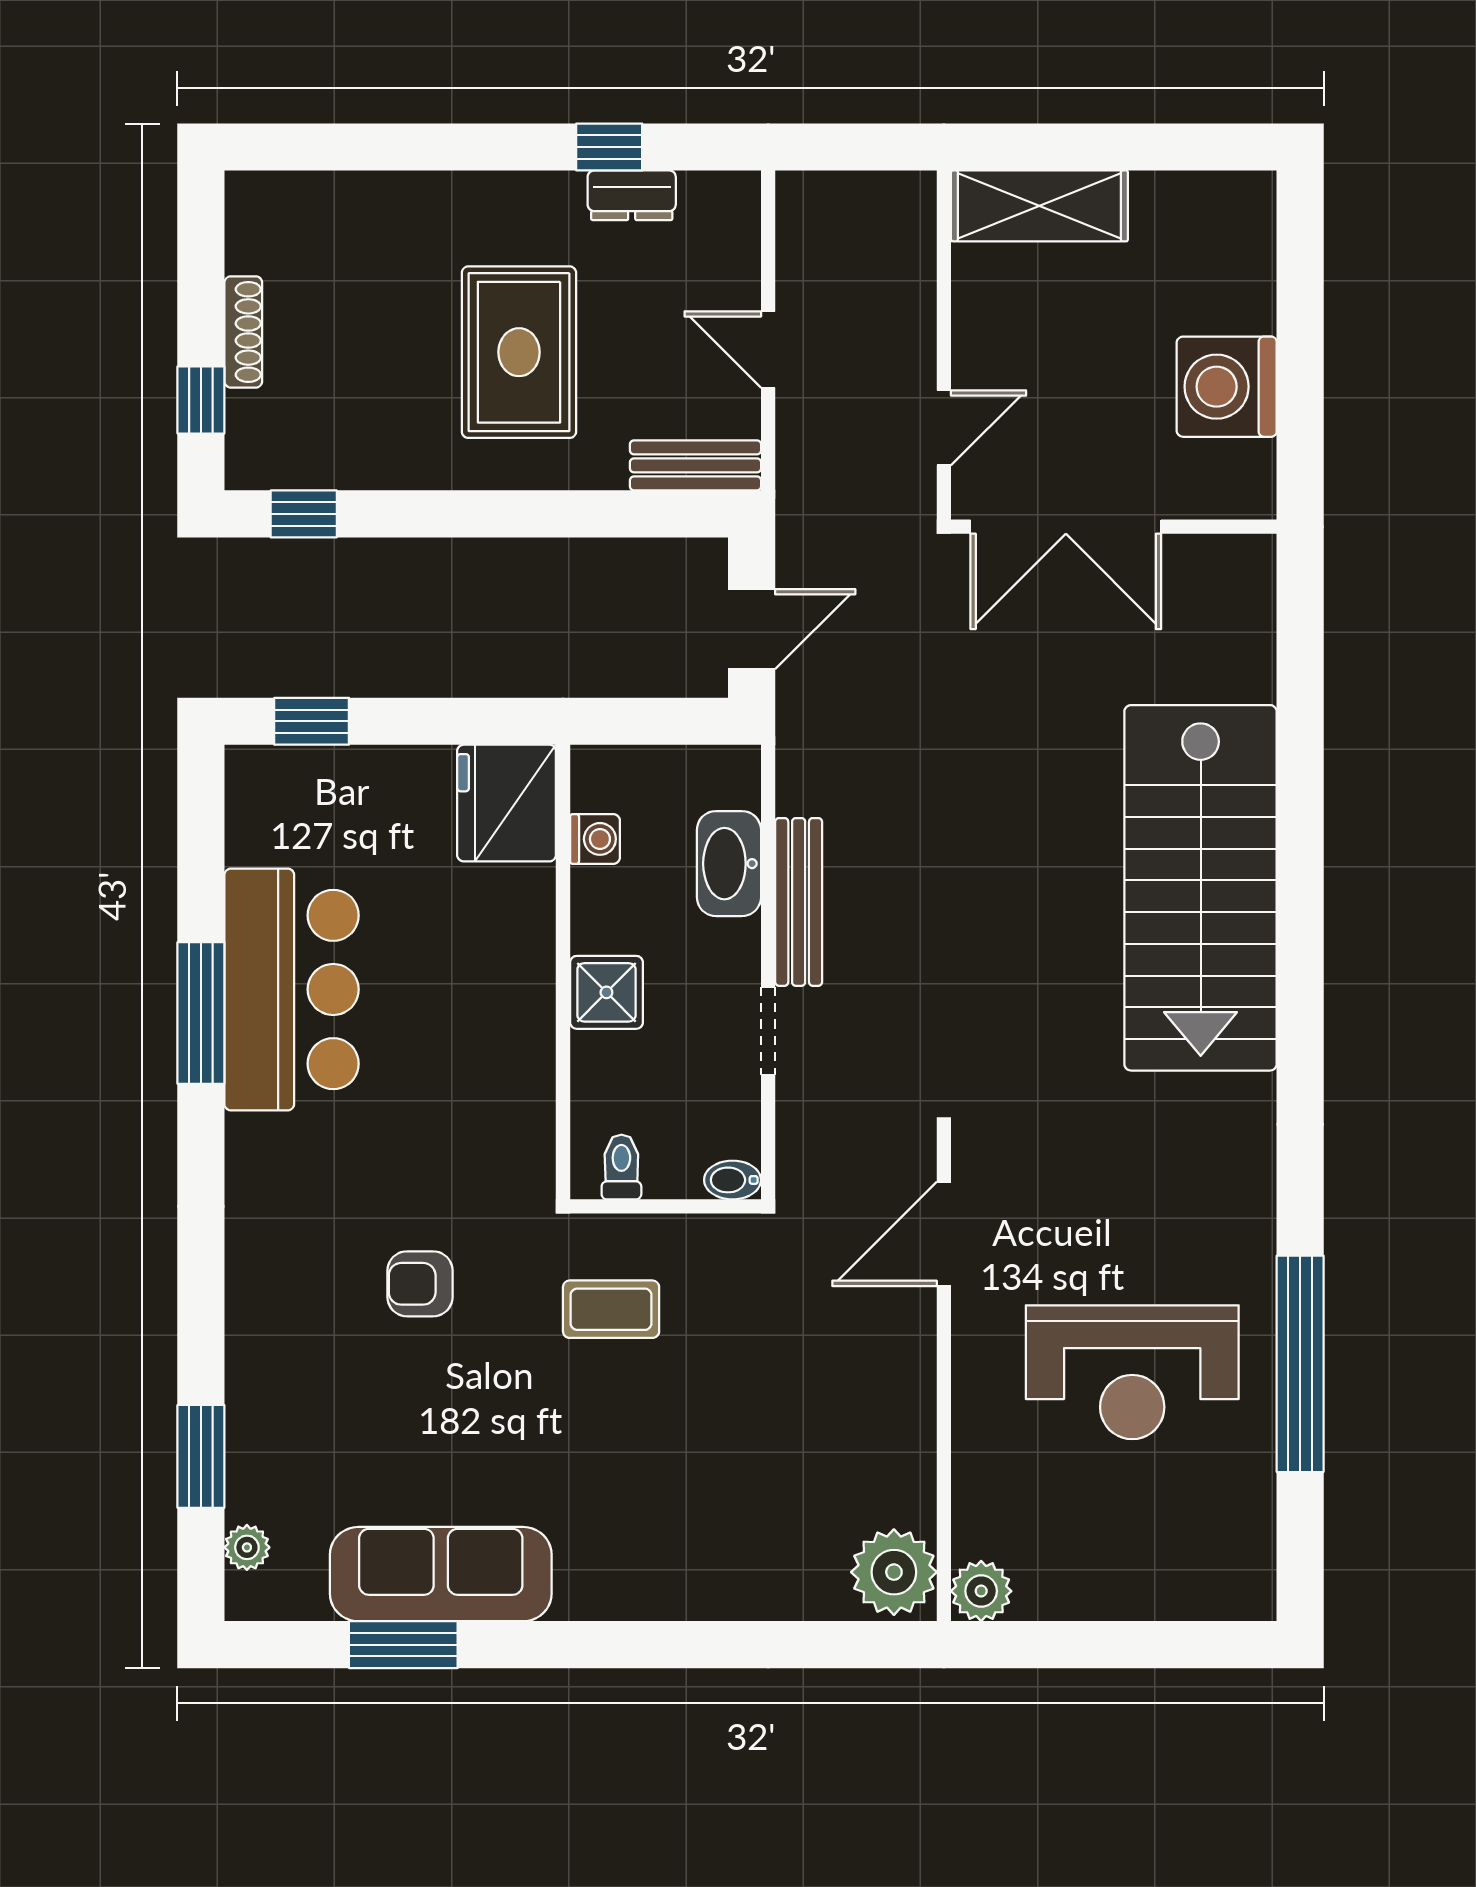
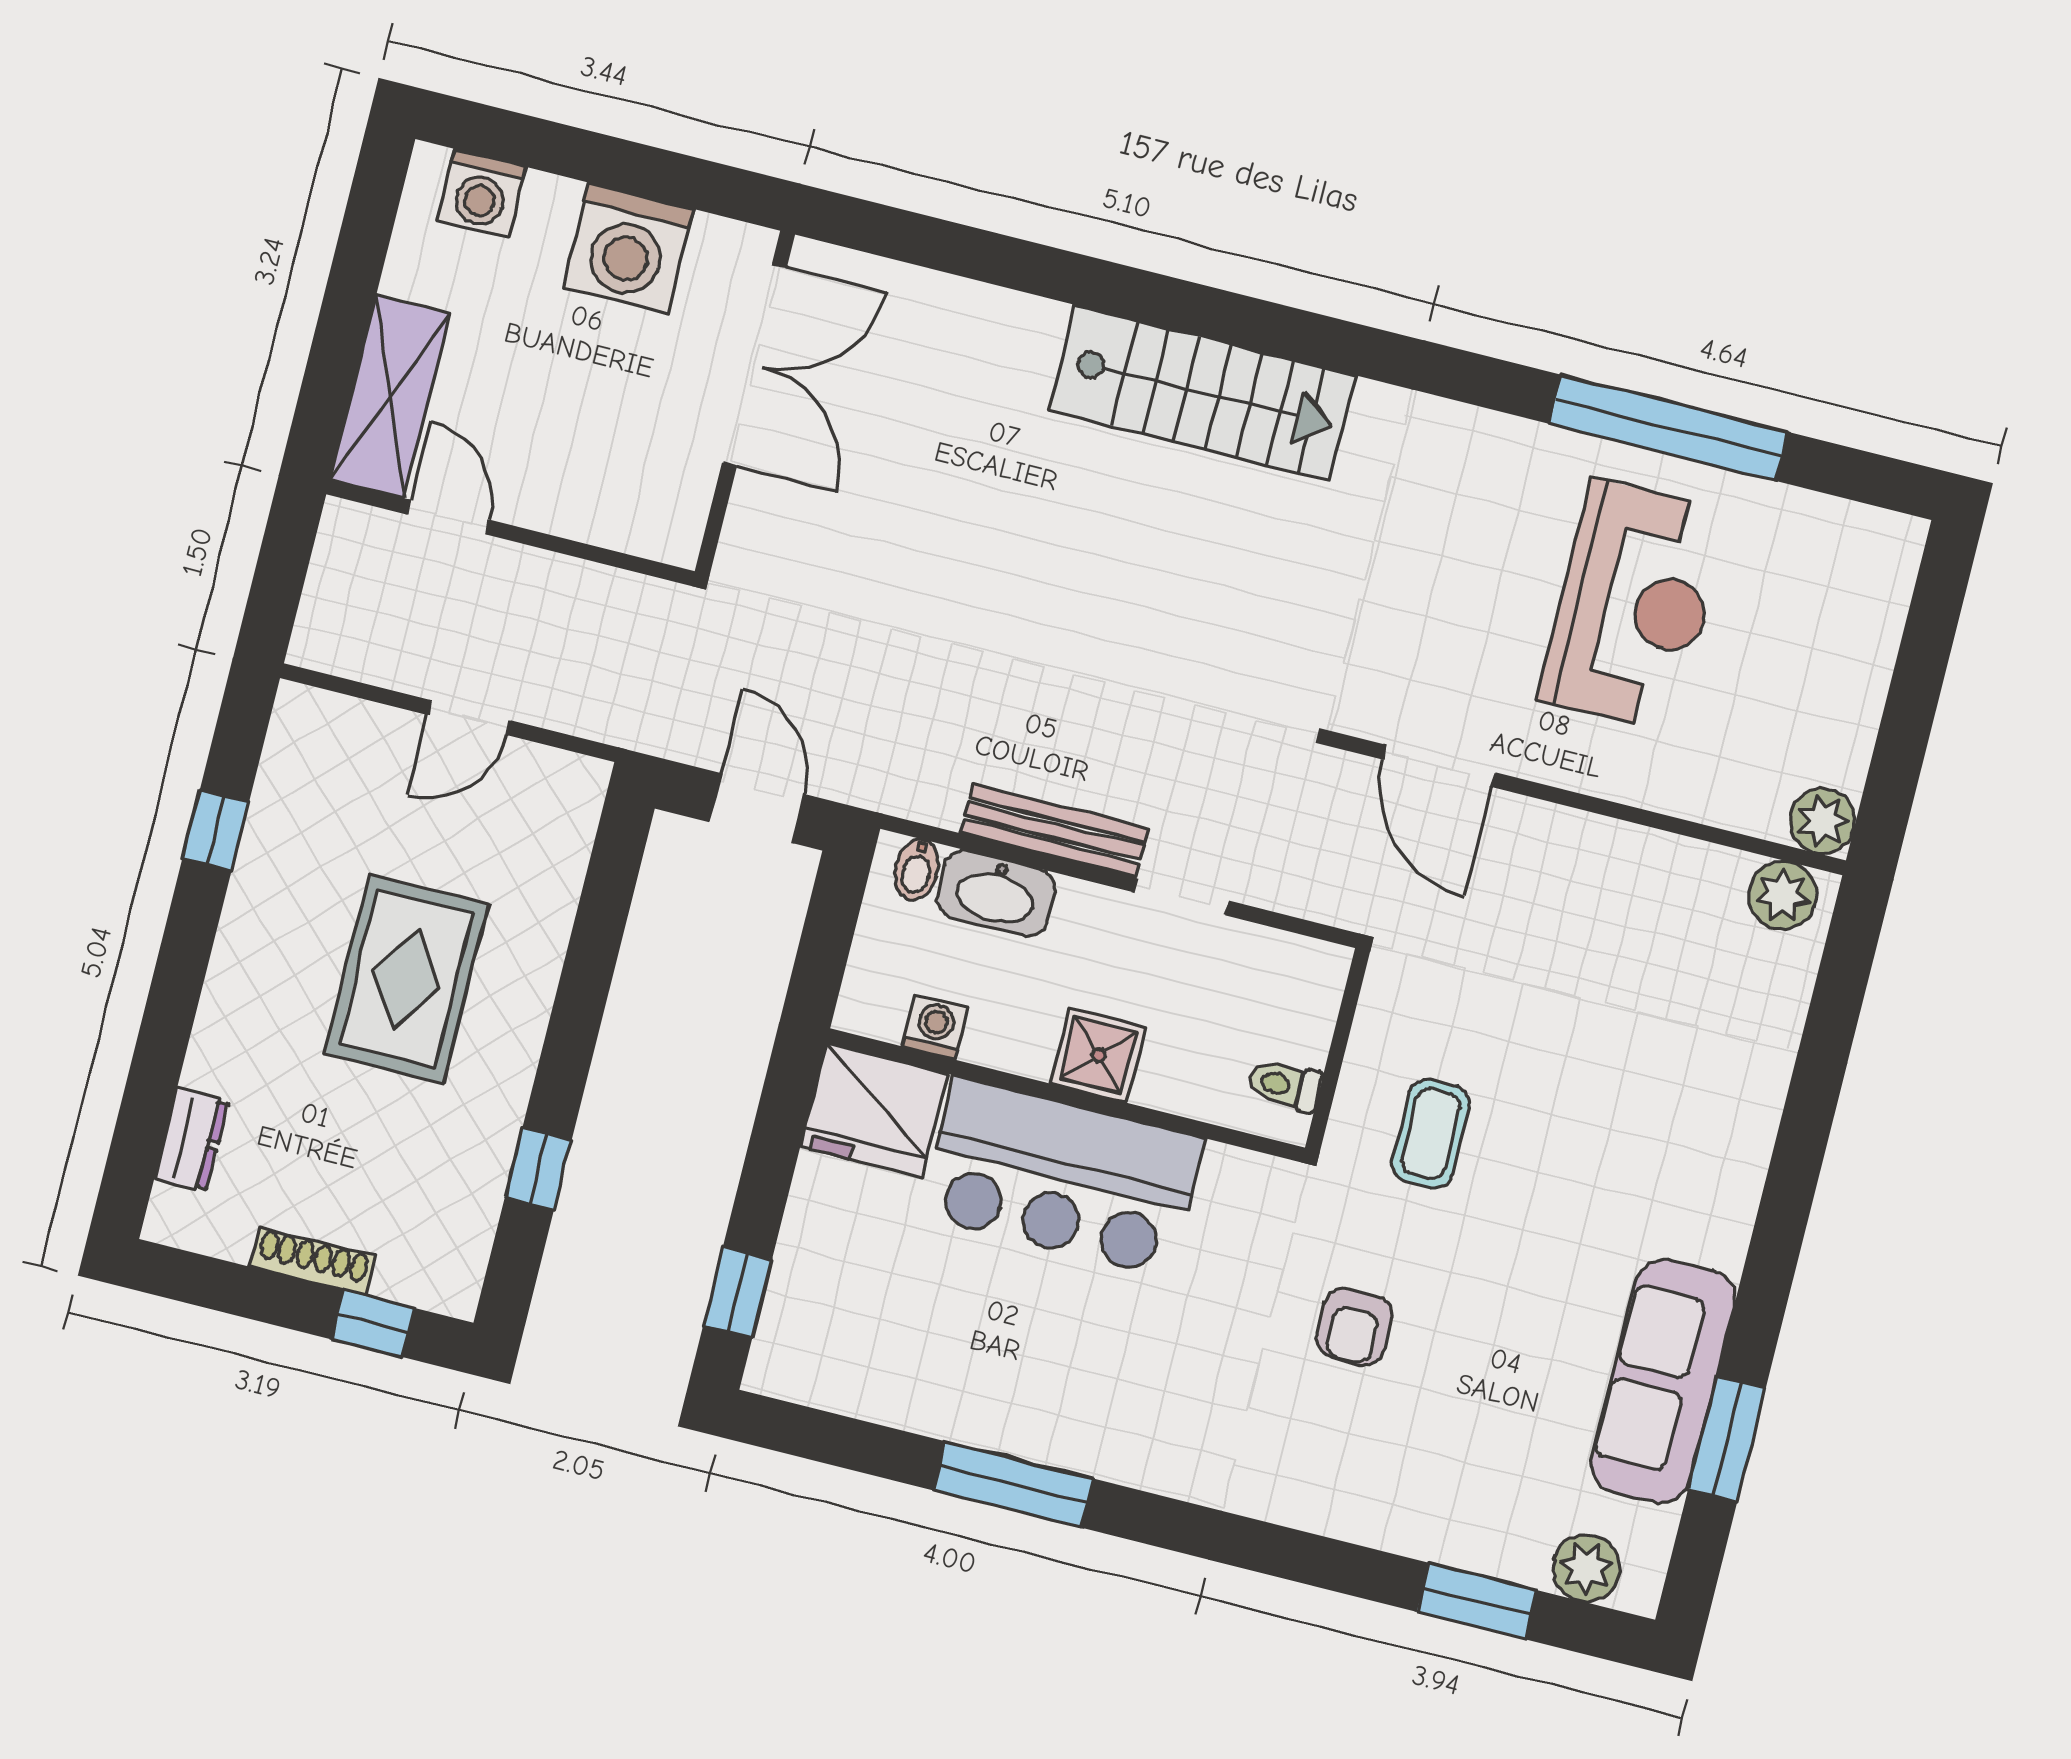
dresser: (632, 195) -> (191, 1140), moved
washing machine: (1243, 242) -> (481, 194), added
rug: (519, 352) -> (406, 979), turned 90
door: (944, 428) -> (448, 517), moved
bench: (695, 465) -> (571, 824), removed
window: (304, 514) -> (538, 1169), moved
double door: (1066, 527) -> (754, 365), moved
stairs: (1201, 888) -> (1203, 393), width x0.73, depth x0.66
bar counter: (292, 989) -> (1062, 1177), moved, turned 180
bidet: (733, 1180) -> (917, 870), moved
plant: (247, 1547) -> (1586, 1568), width x1.38, depth x1.38
plant: (894, 1572) -> (1783, 895), width x0.73, depth x0.73

